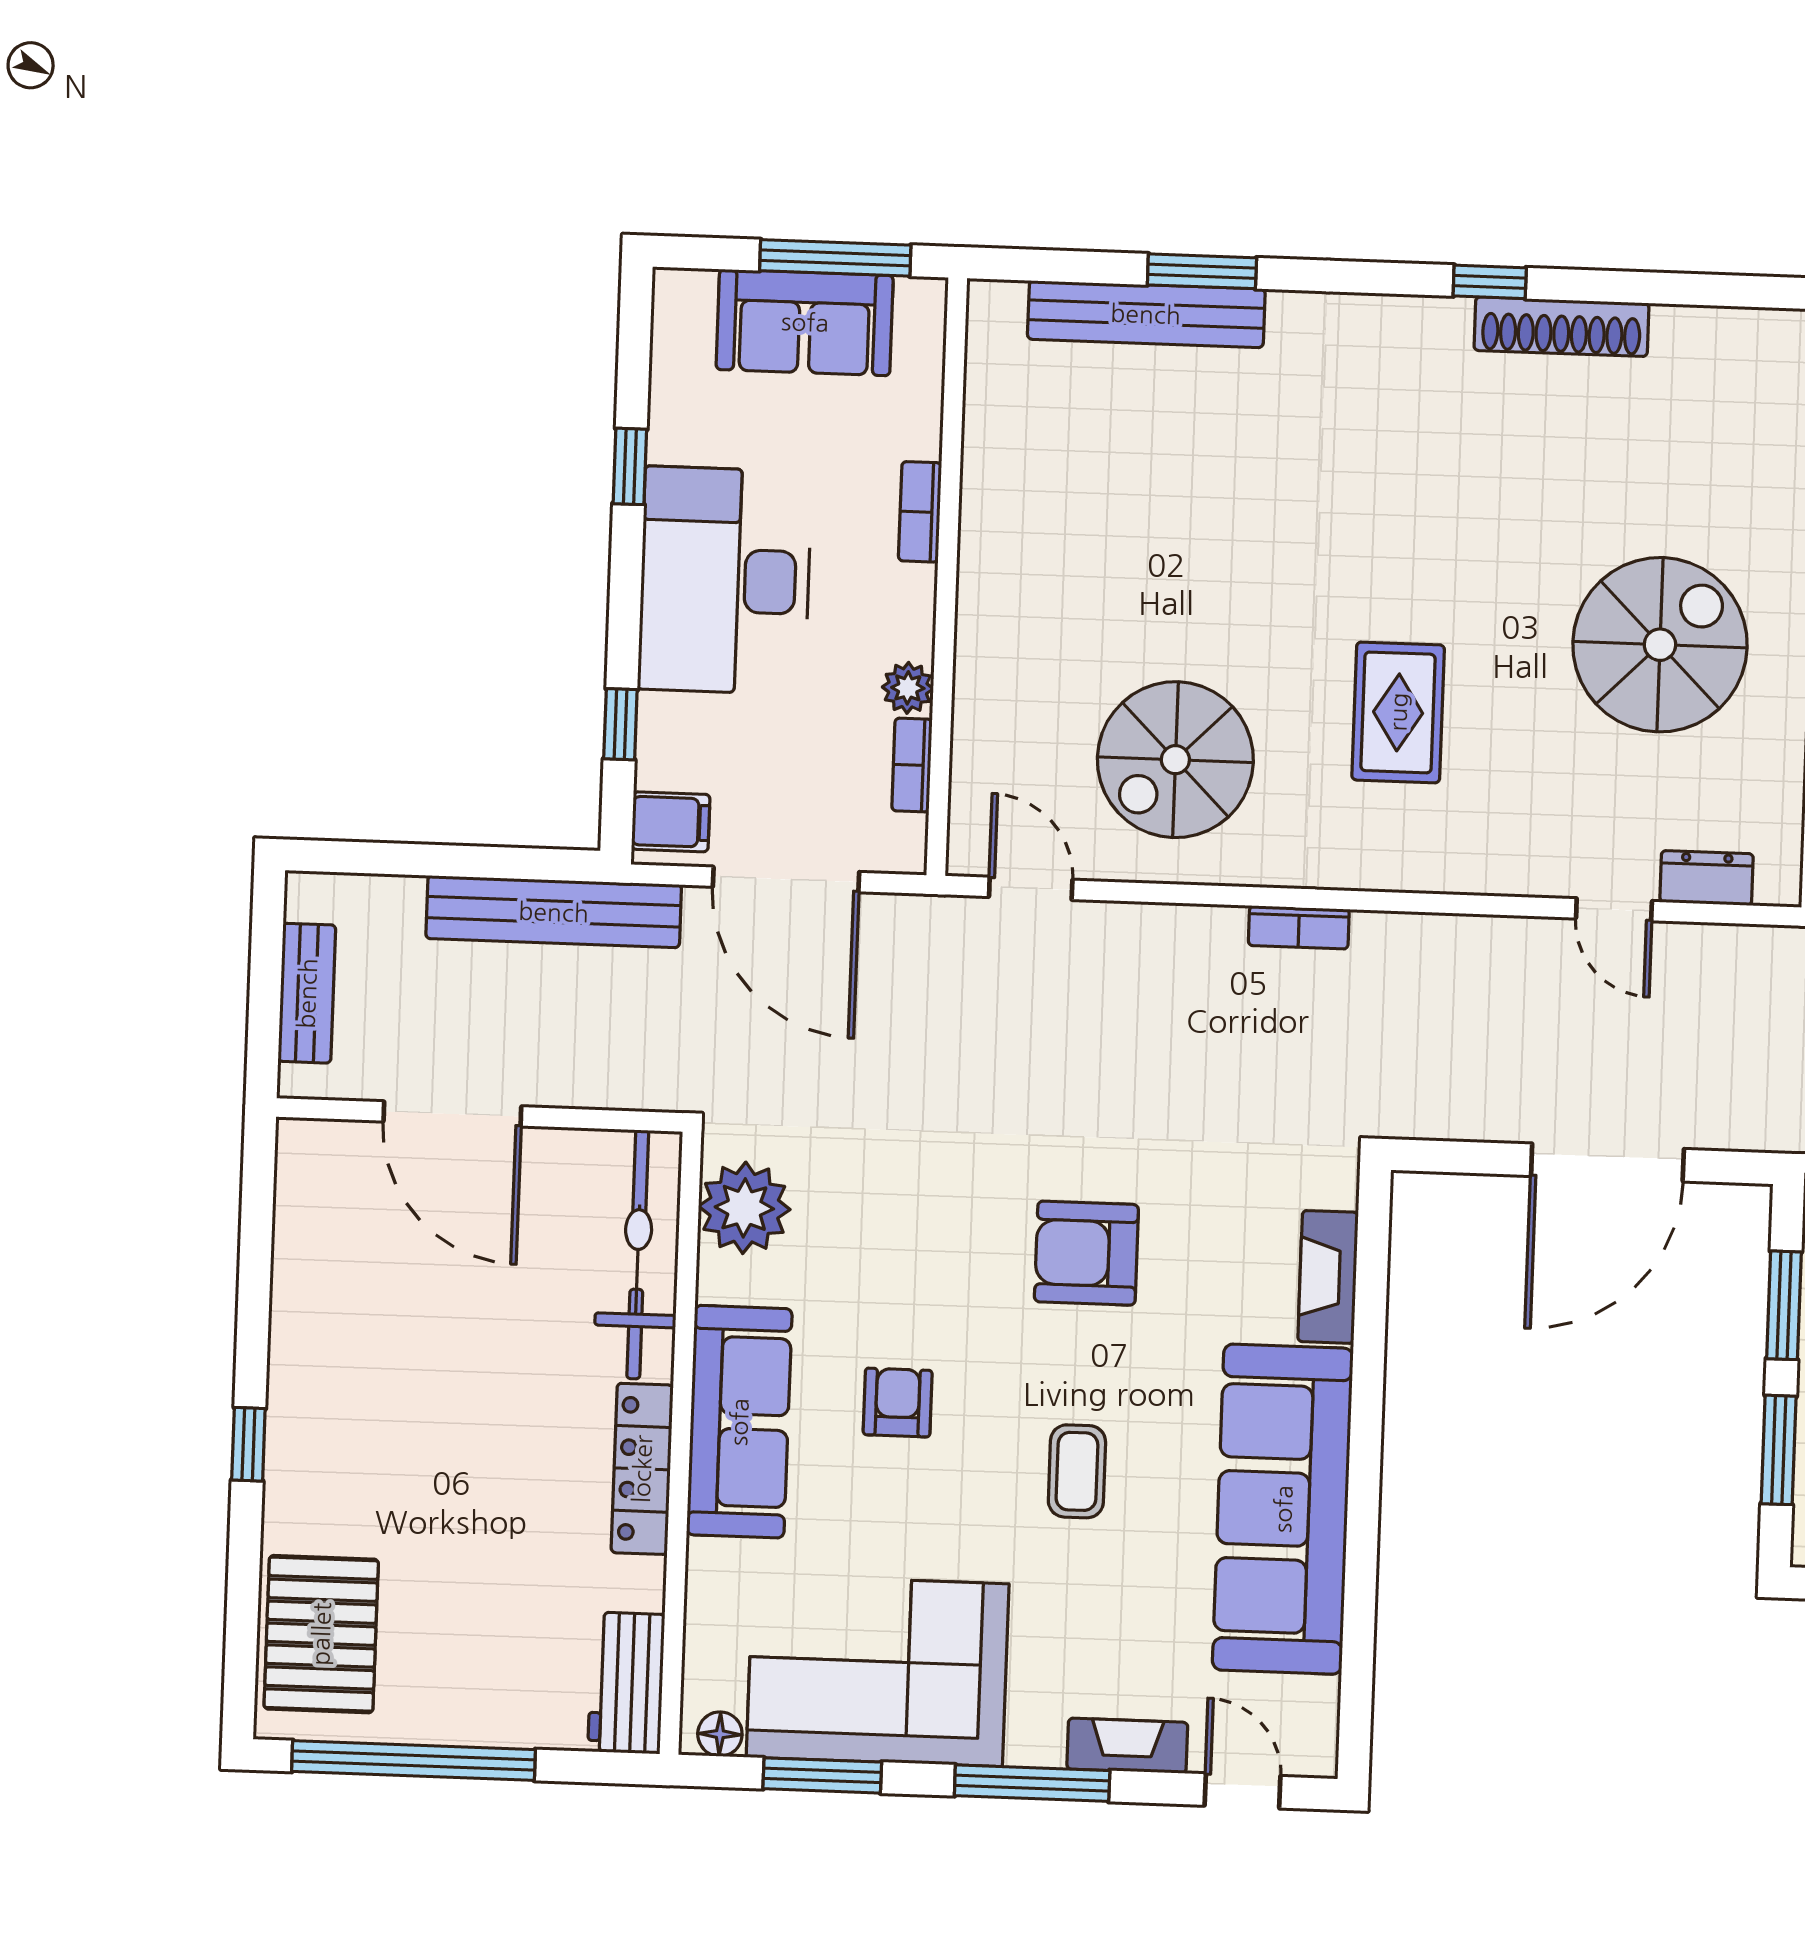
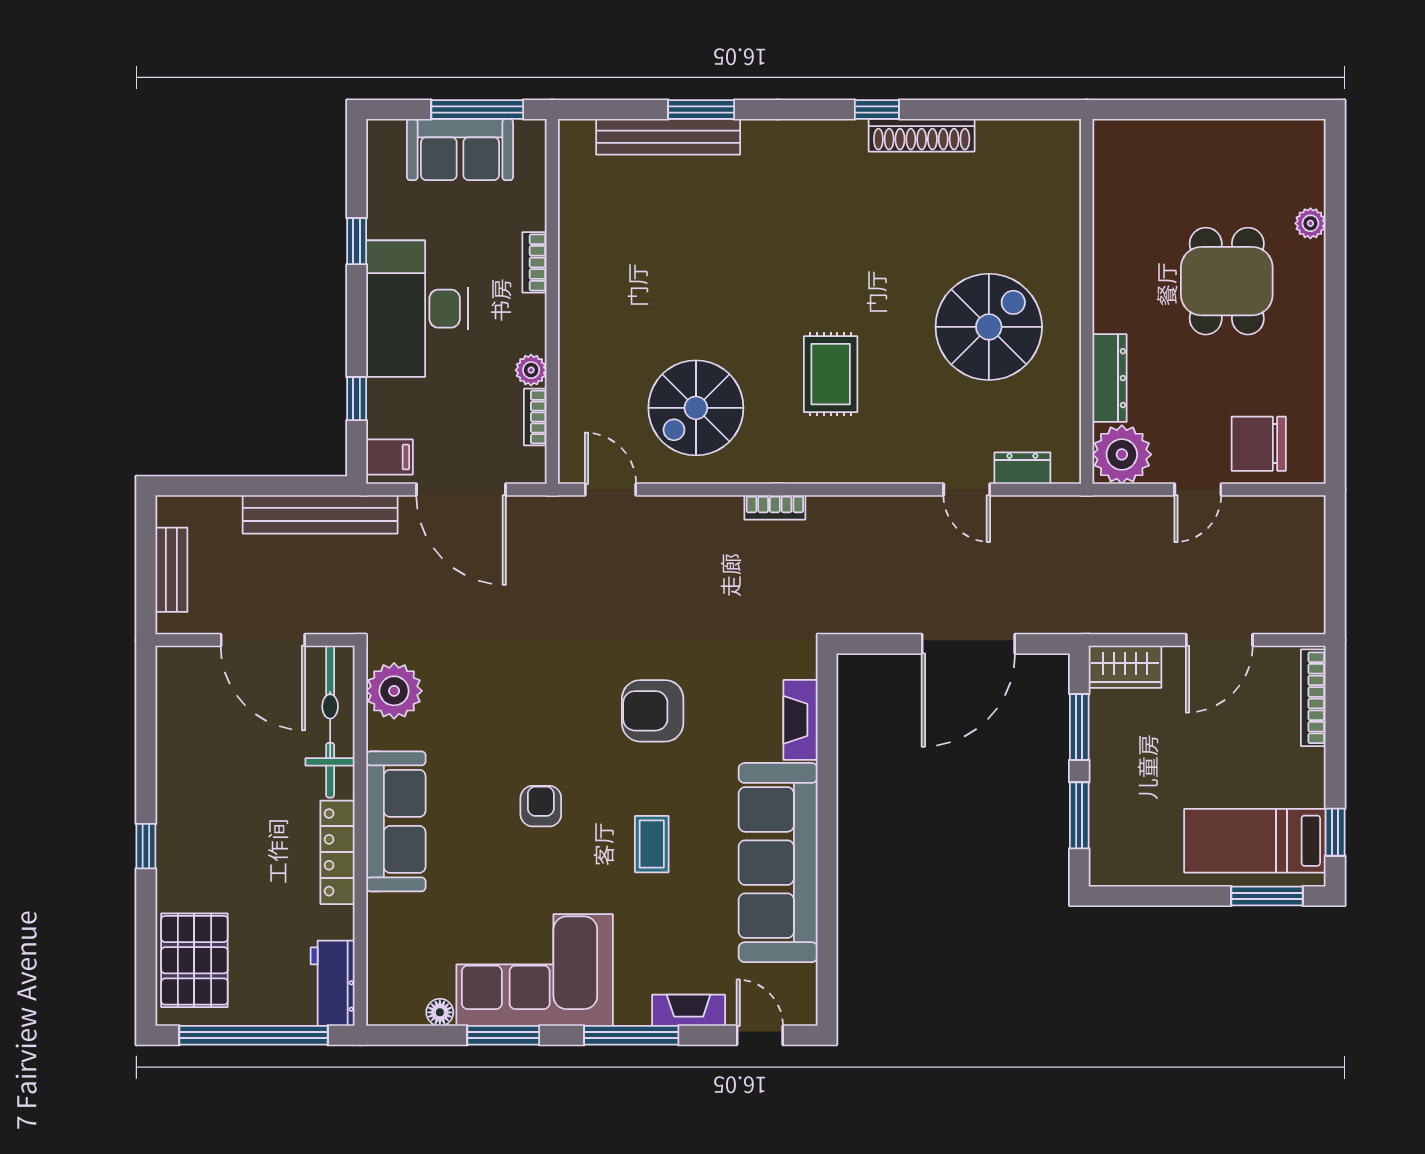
plant: (744, 1208) -> (394, 691), moved
bicycle: (638, 1254) -> (330, 722), moved
sofa: (739, 1422) -> (396, 821), moved
wall: (680, 1443) -> (360, 836), moved
locker: (642, 1469) -> (338, 852), moved
workbench: (626, 1683) -> (333, 983), moved

